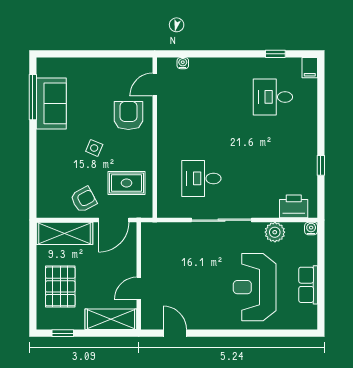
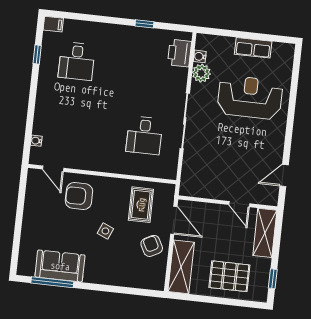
water cooler: (311, 229) -> (200, 56), moved
reception desk: (255, 287) -> (250, 97), turned 180

